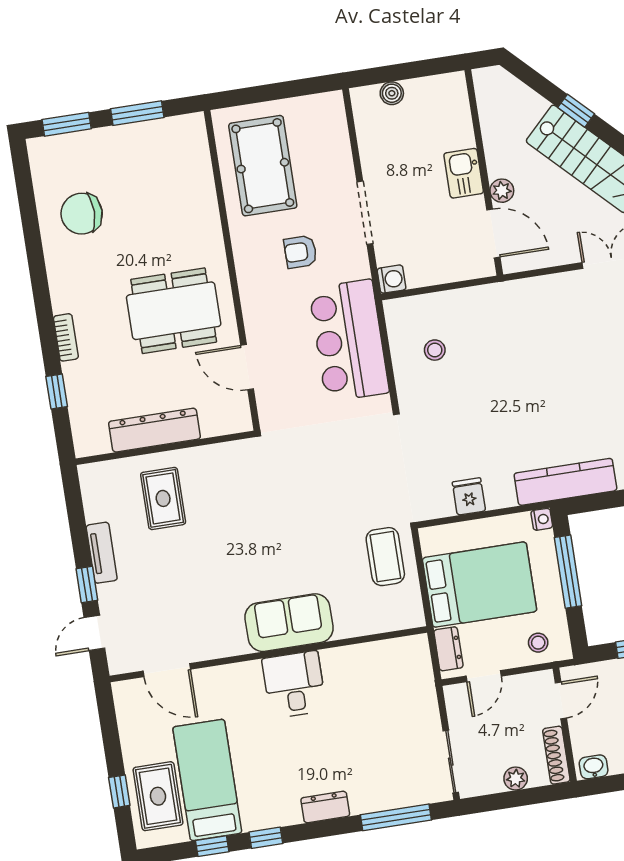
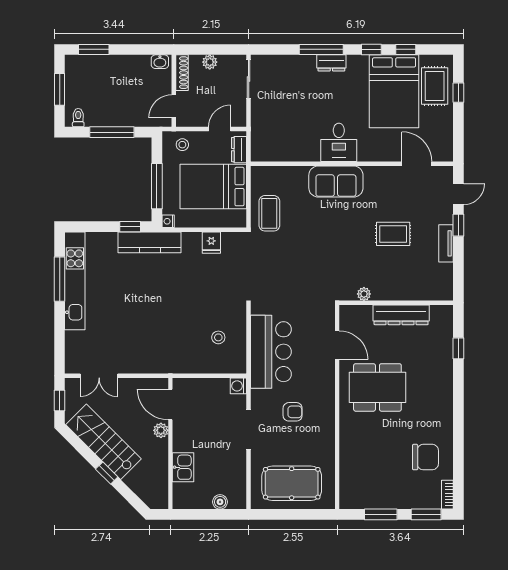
pool table: (263, 166) -> (292, 483), moved, turned 90
kitchen sink: (464, 173) -> (183, 467), moved
bookcase: (66, 337) -> (447, 495), moved
plant: (218, 454) -> (364, 294), added
rug: (163, 498) -> (393, 234), moved, turned 90
window: (600, 502) -> (130, 227), added
bed: (207, 780) -> (394, 91), width x1.50
window: (396, 817) -> (321, 49), moved

